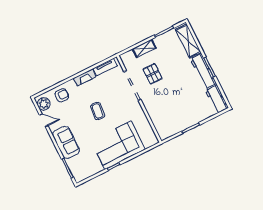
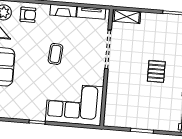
shelving: (144, 48) -> (127, 16), moved
pallet: (153, 74) -> (156, 71), moved
corner sofa: (118, 145) -> (74, 104), moved

